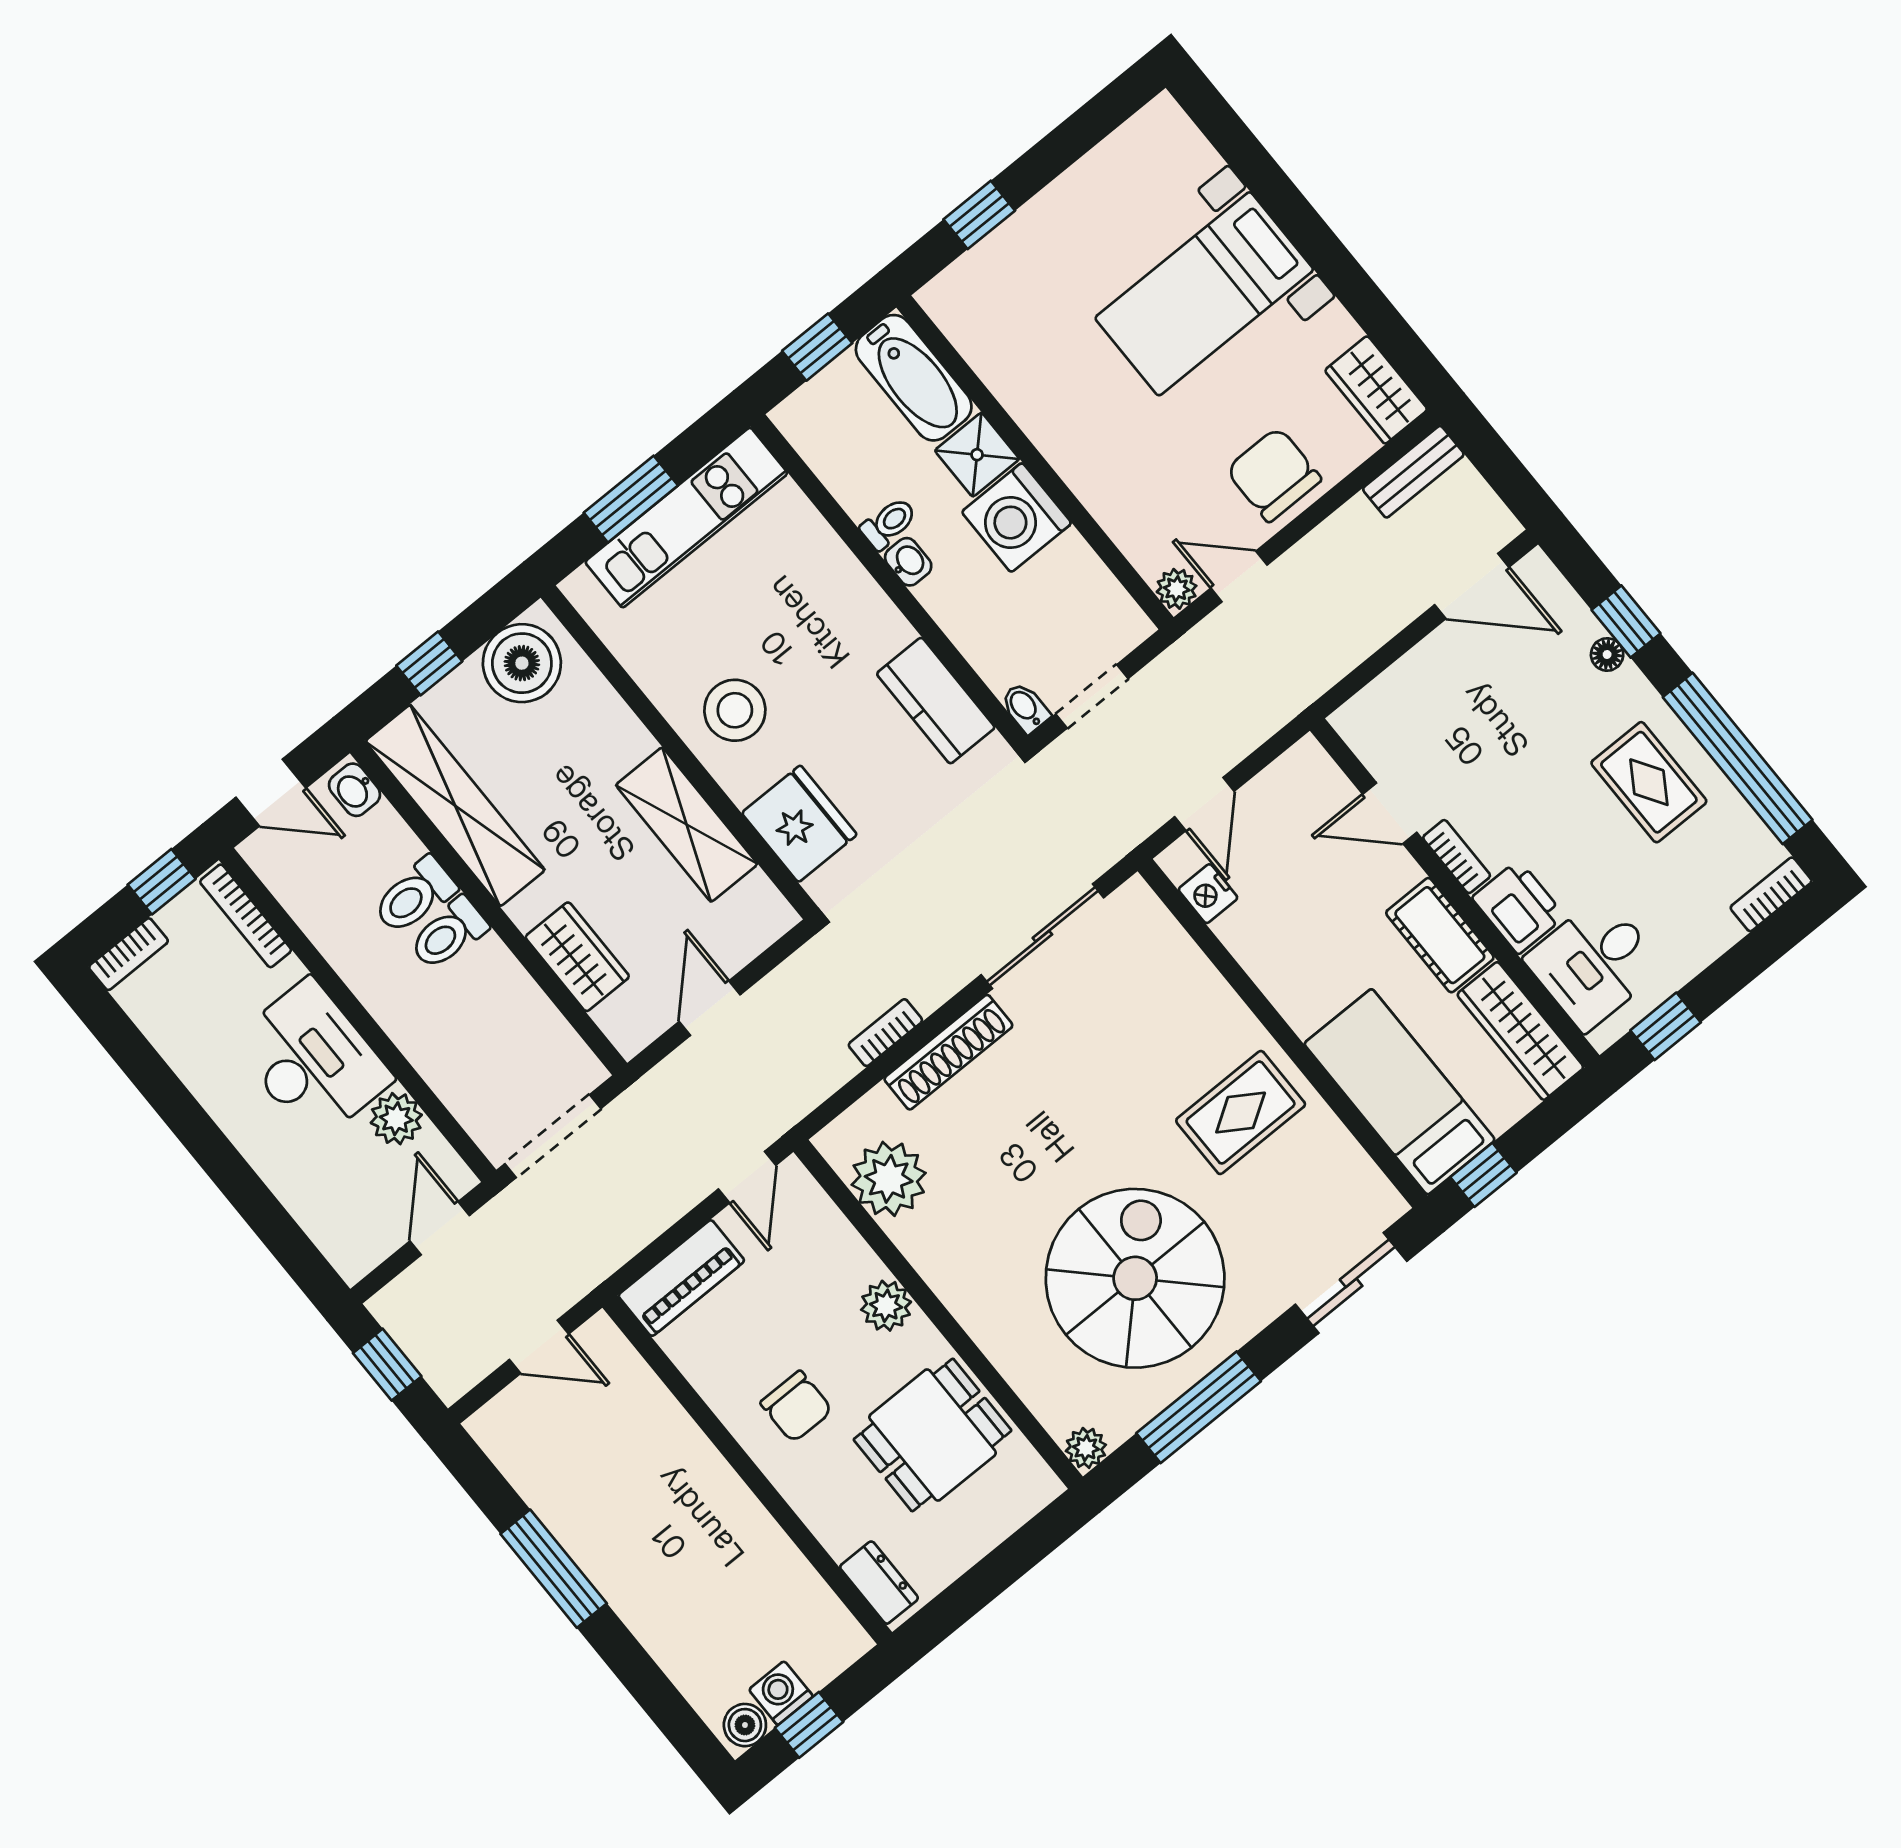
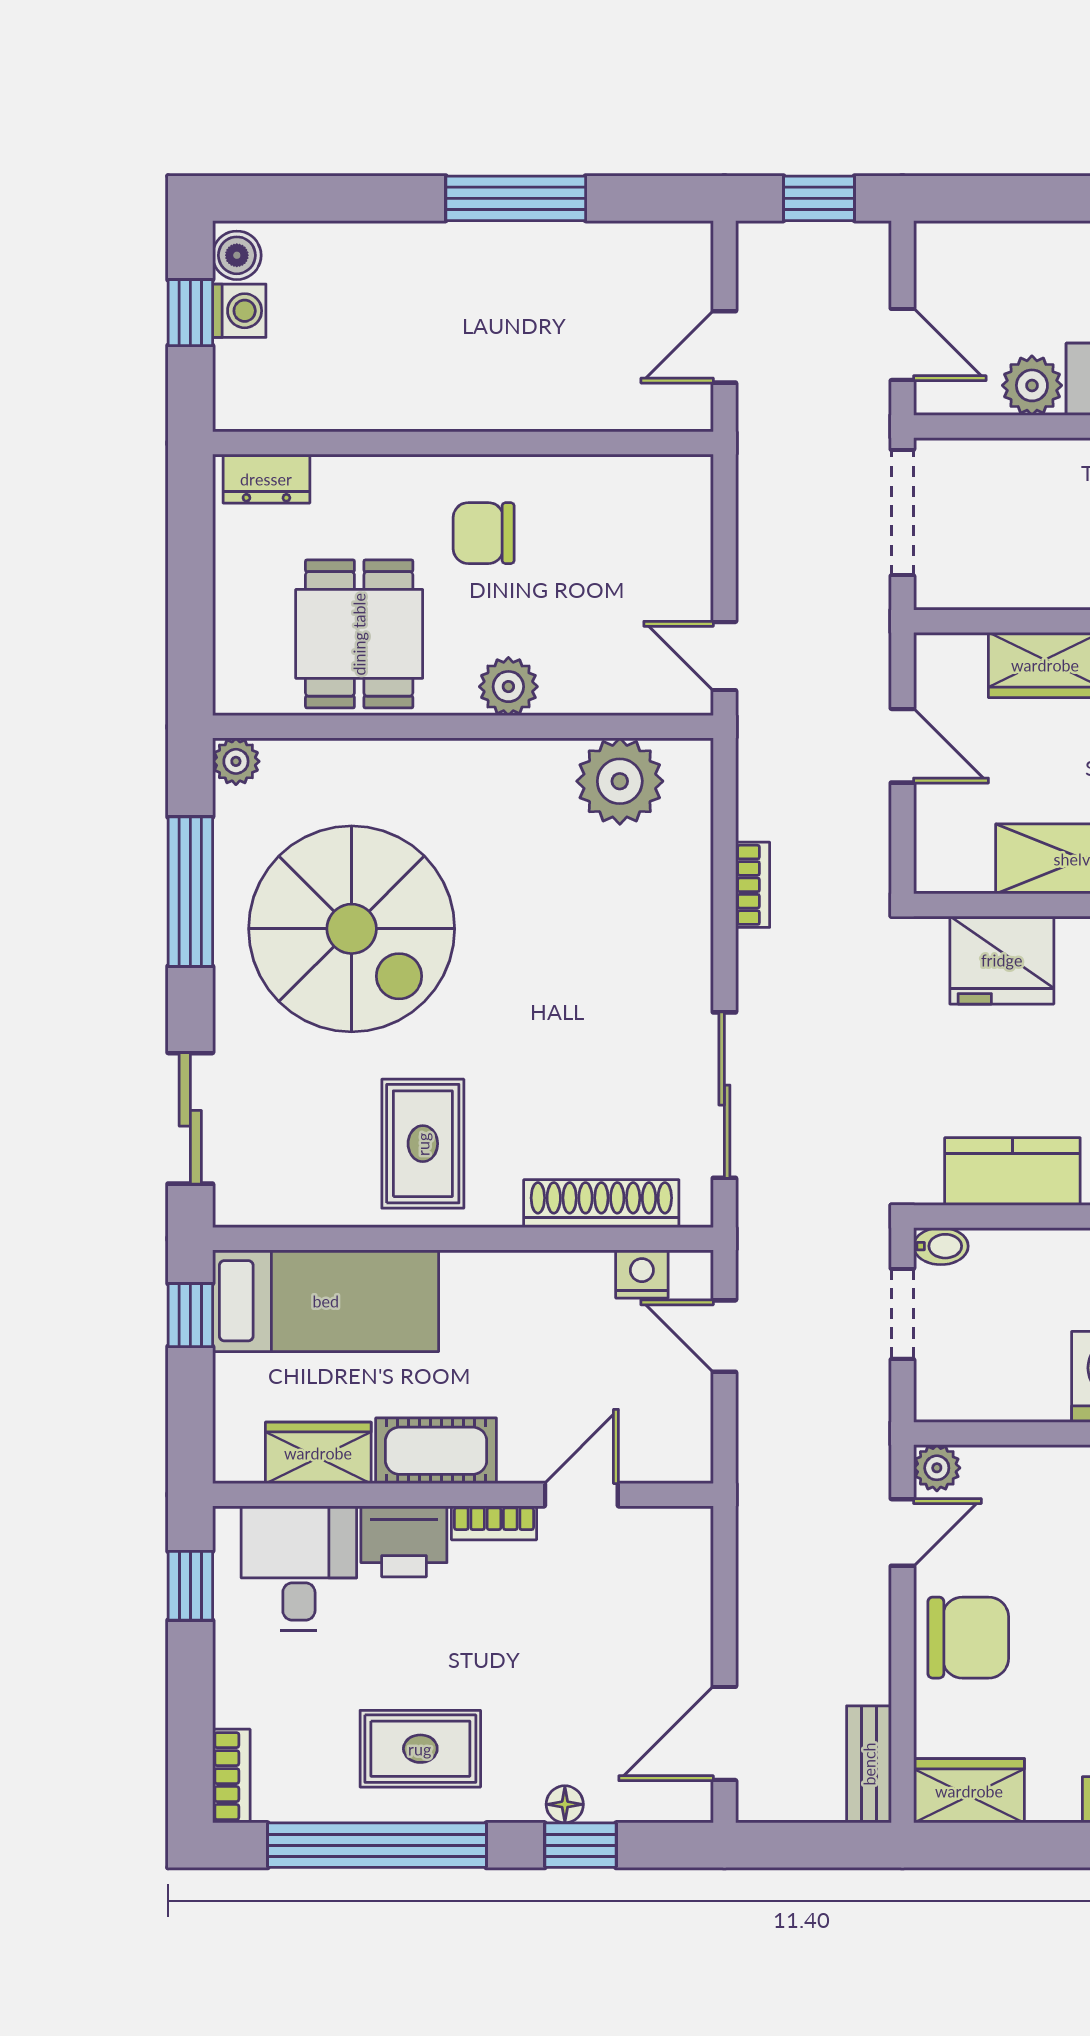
wardrobe: (1520, 1031) -> (318, 1453), width x0.67
shoe rack: (948, 1052) -> (601, 1204), moved, turned 90
piano: (681, 1278) -> (682, 524), removed

